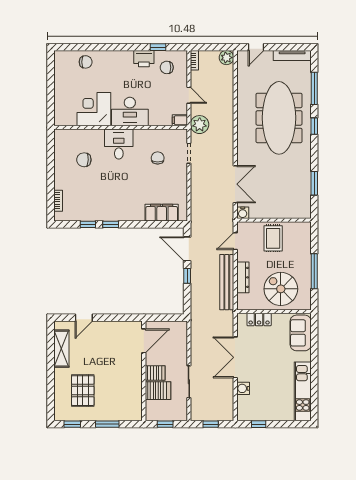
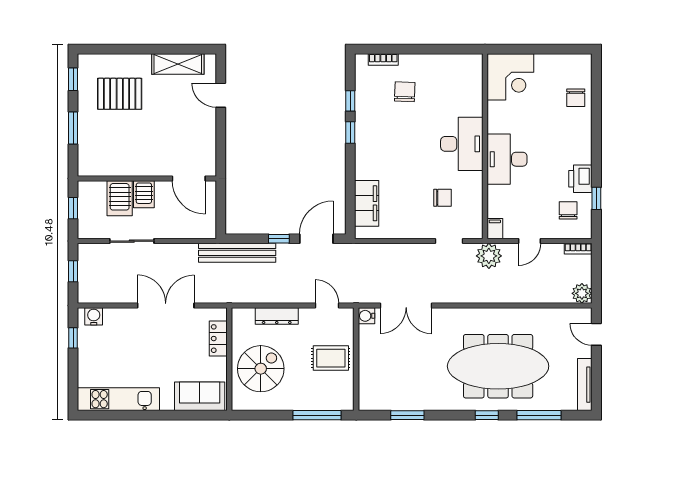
corner desk: (94, 109) -> (510, 77), moved, turned 90
desk: (119, 144) -> (462, 144), width x1.37
chair: (84, 160) -> (405, 92), moved
window: (314, 271) -> (317, 415), moved
bench: (227, 282) -> (237, 253), moved
water cooler: (243, 388) -> (94, 316), moved

